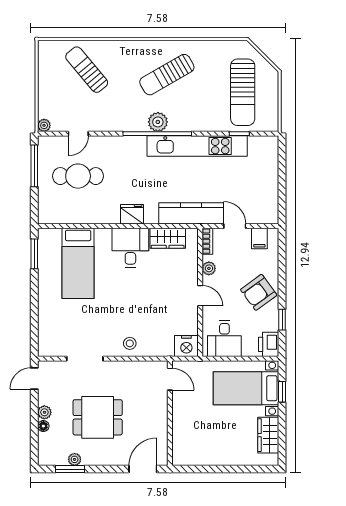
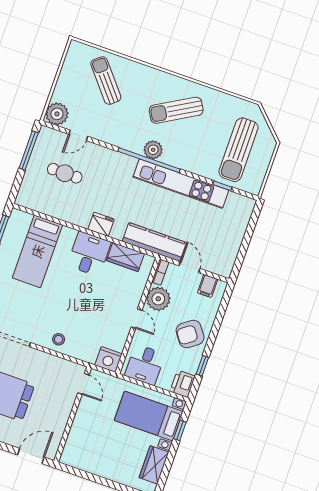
plant: (44, 125) -> (57, 114), width x1.88, depth x1.88
cafe table: (78, 176) -> (65, 173), width x0.73, depth x0.74
plant: (209, 268) -> (158, 299), width x1.87, depth x1.87

